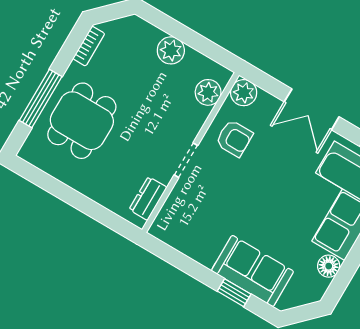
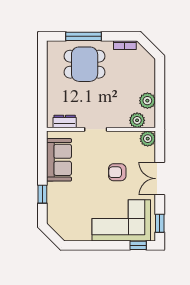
plant: (171, 50) -> (147, 101), moved
armchair: (234, 138) -> (117, 172), moved, turned 90
floor lamp: (329, 266) -> (85, 235), removed
sofa: (252, 271) -> (59, 160), moved

